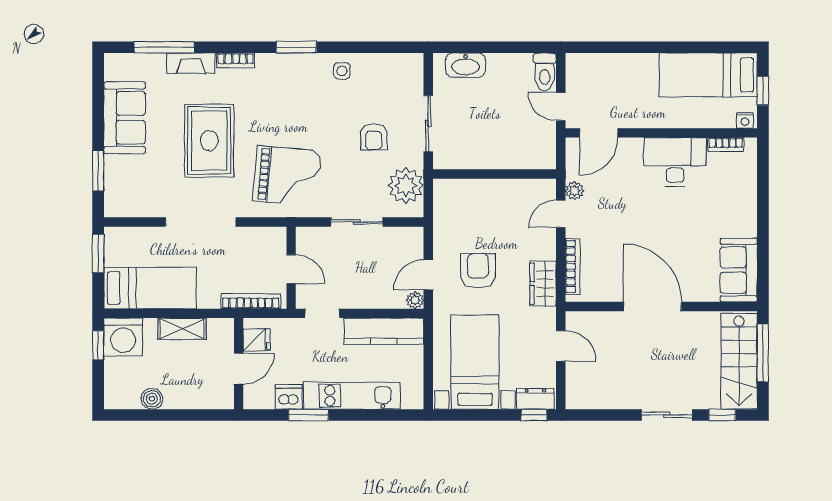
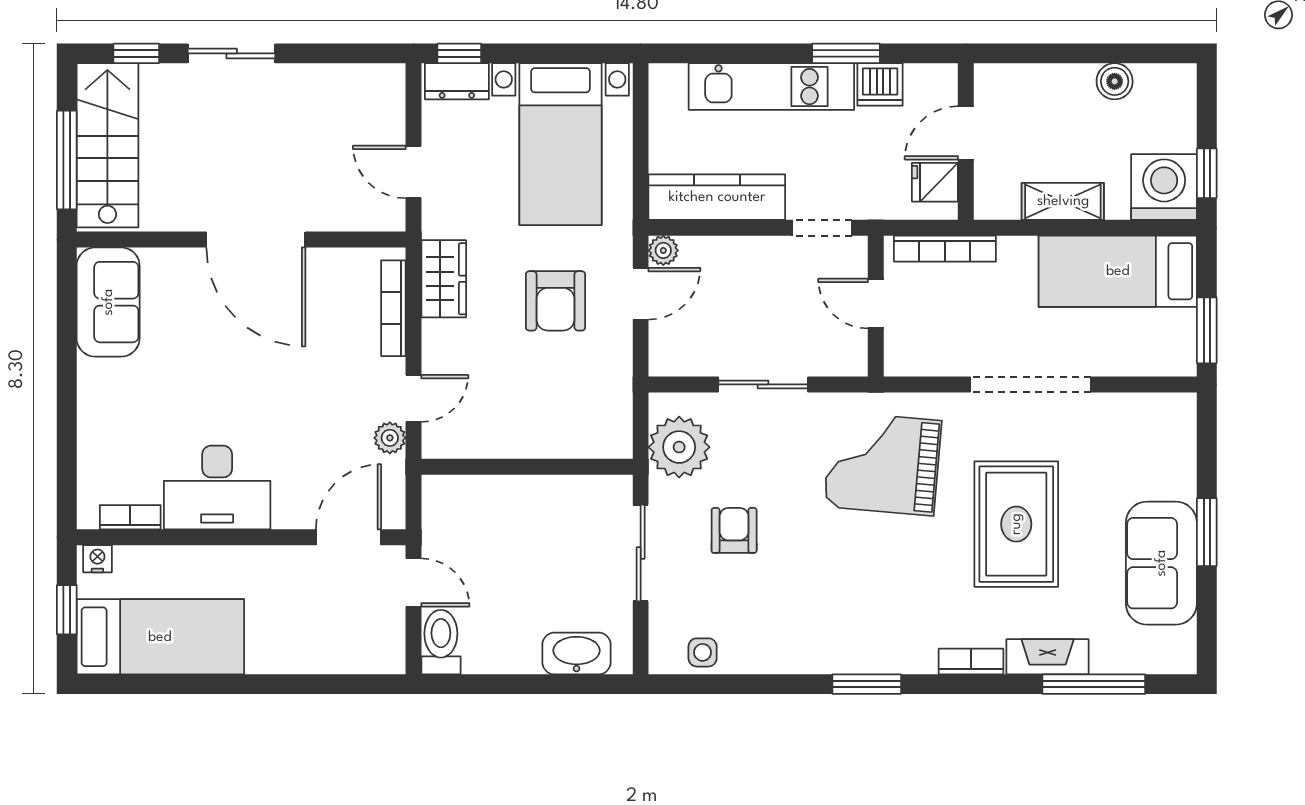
side table: (342, 71) -> (703, 652), moved
window: (98, 171) -> (1207, 532), moved

